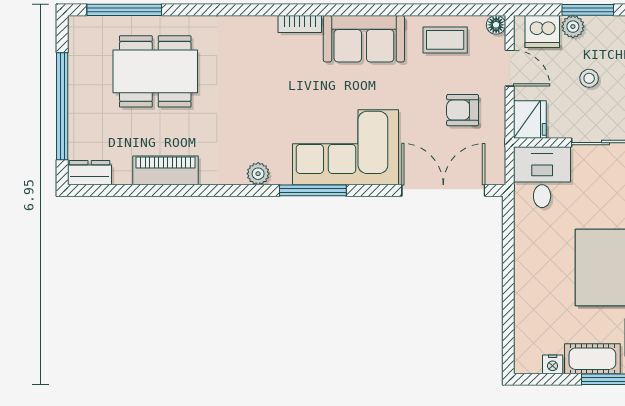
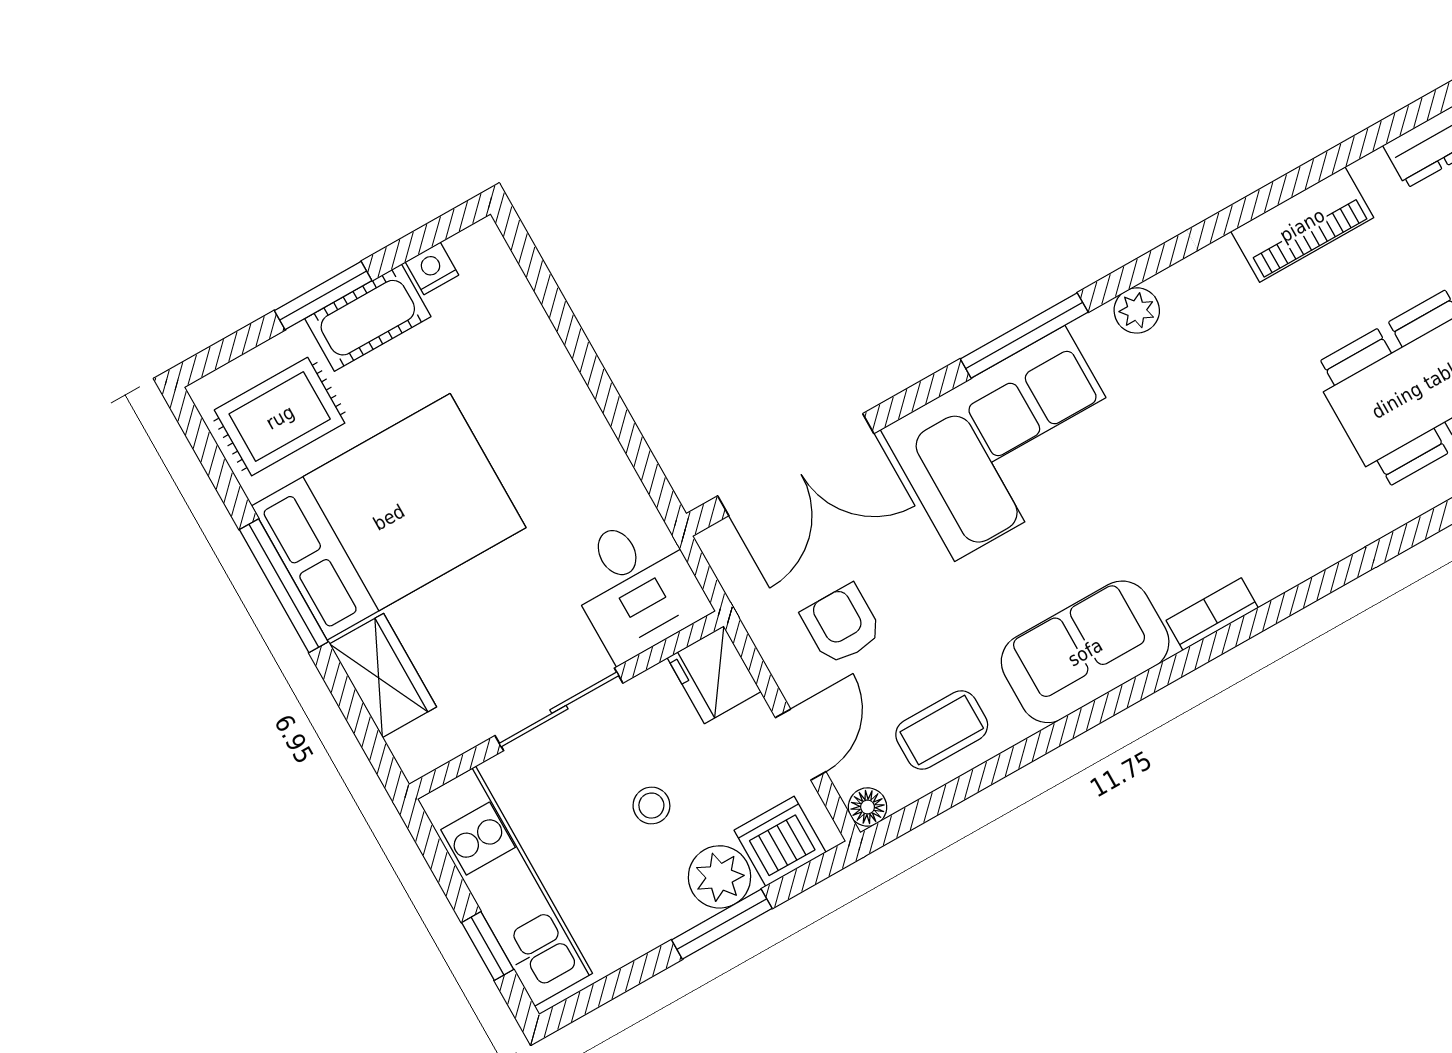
plant: (573, 27) -> (720, 877), width x1.38, depth x1.38
door: (510, 68) -> (801, 745), swing flipped
armchair: (463, 110) -> (842, 624), turned -90

